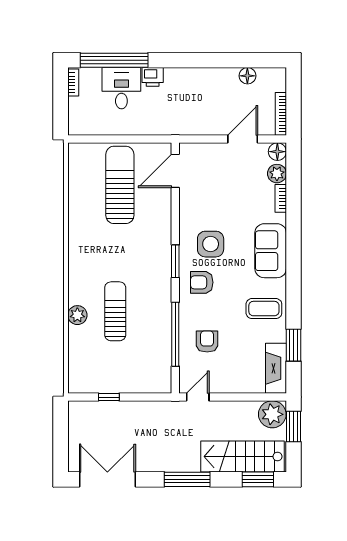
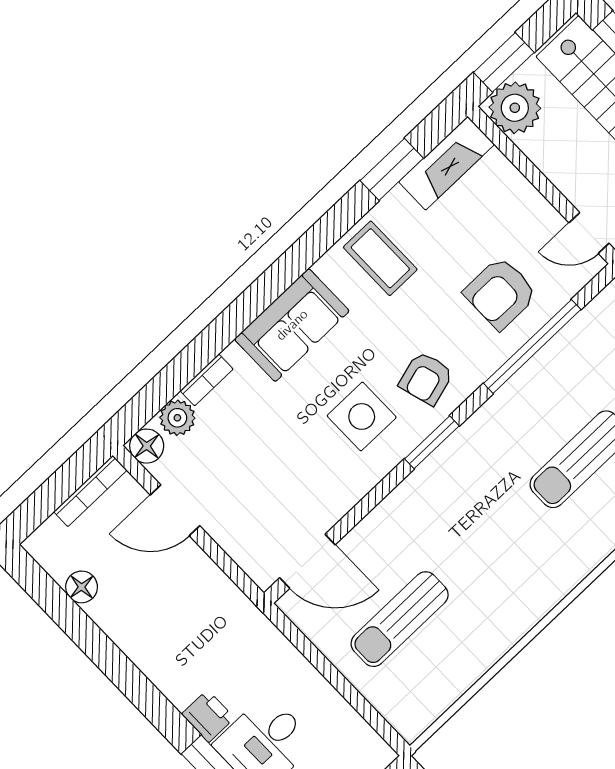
sun lounger: (120, 185) -> (400, 619), width x0.73, depth x0.75
armchair: (202, 282) -> (426, 378), turned 74
armchair: (207, 342) -> (501, 293), width x1.38, depth x1.38

